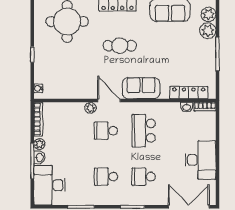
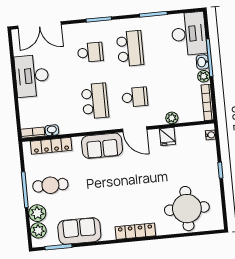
cafe table: (120, 46) -> (50, 185), moved
fridge: (79, 91) -> (167, 137), added
plant: (90, 108) -> (172, 118), moved
school desk: (106, 177) -> (130, 49), width x1.85

